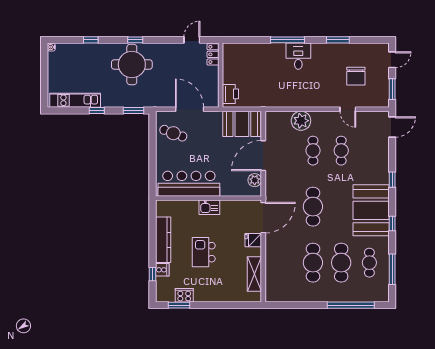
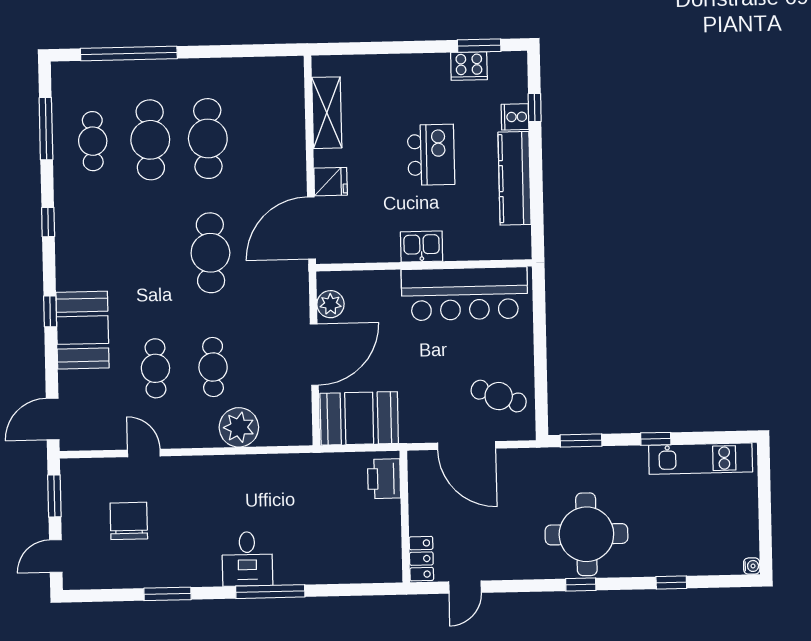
booth: (371, 210) -> (83, 330), moved, width x0.73, depth x0.70

